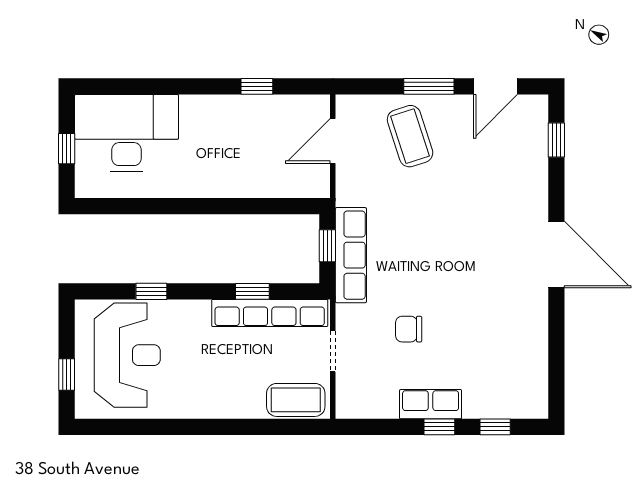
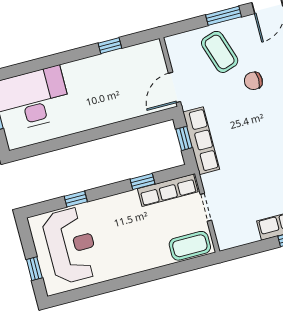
door: (333, 141) -> (174, 87), moved
row of seats: (270, 313) -> (168, 190), width x0.73
chair: (409, 329) -> (253, 81), moved

